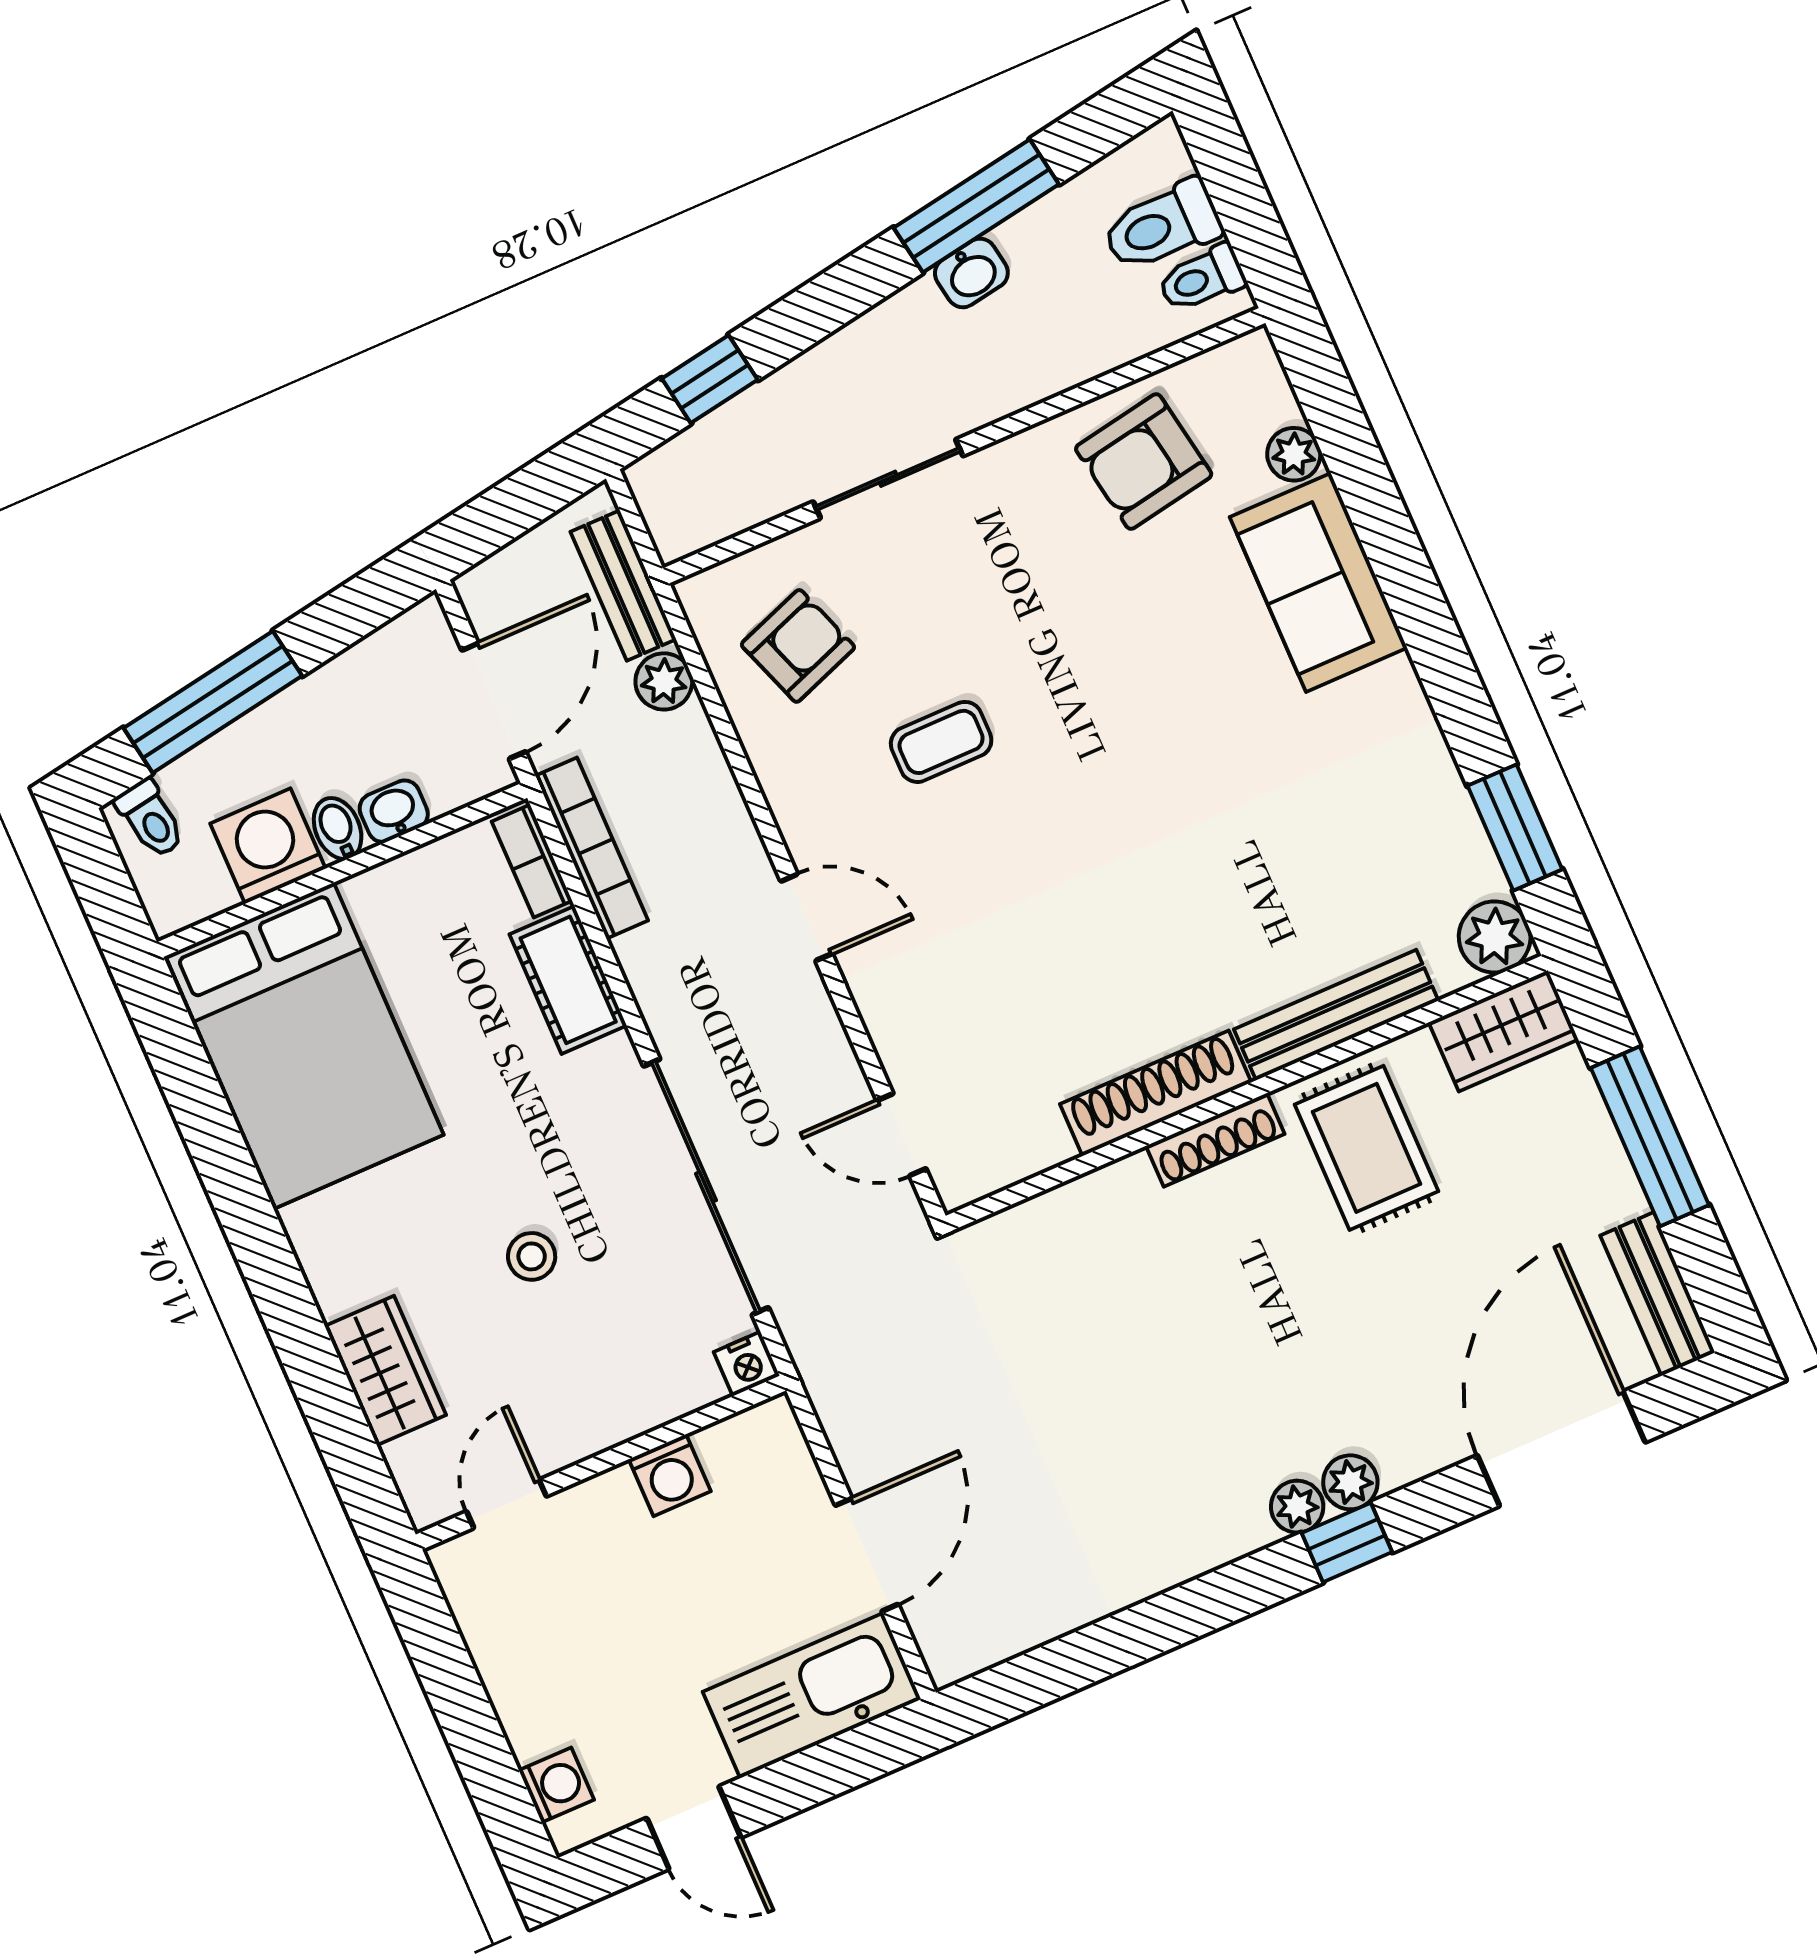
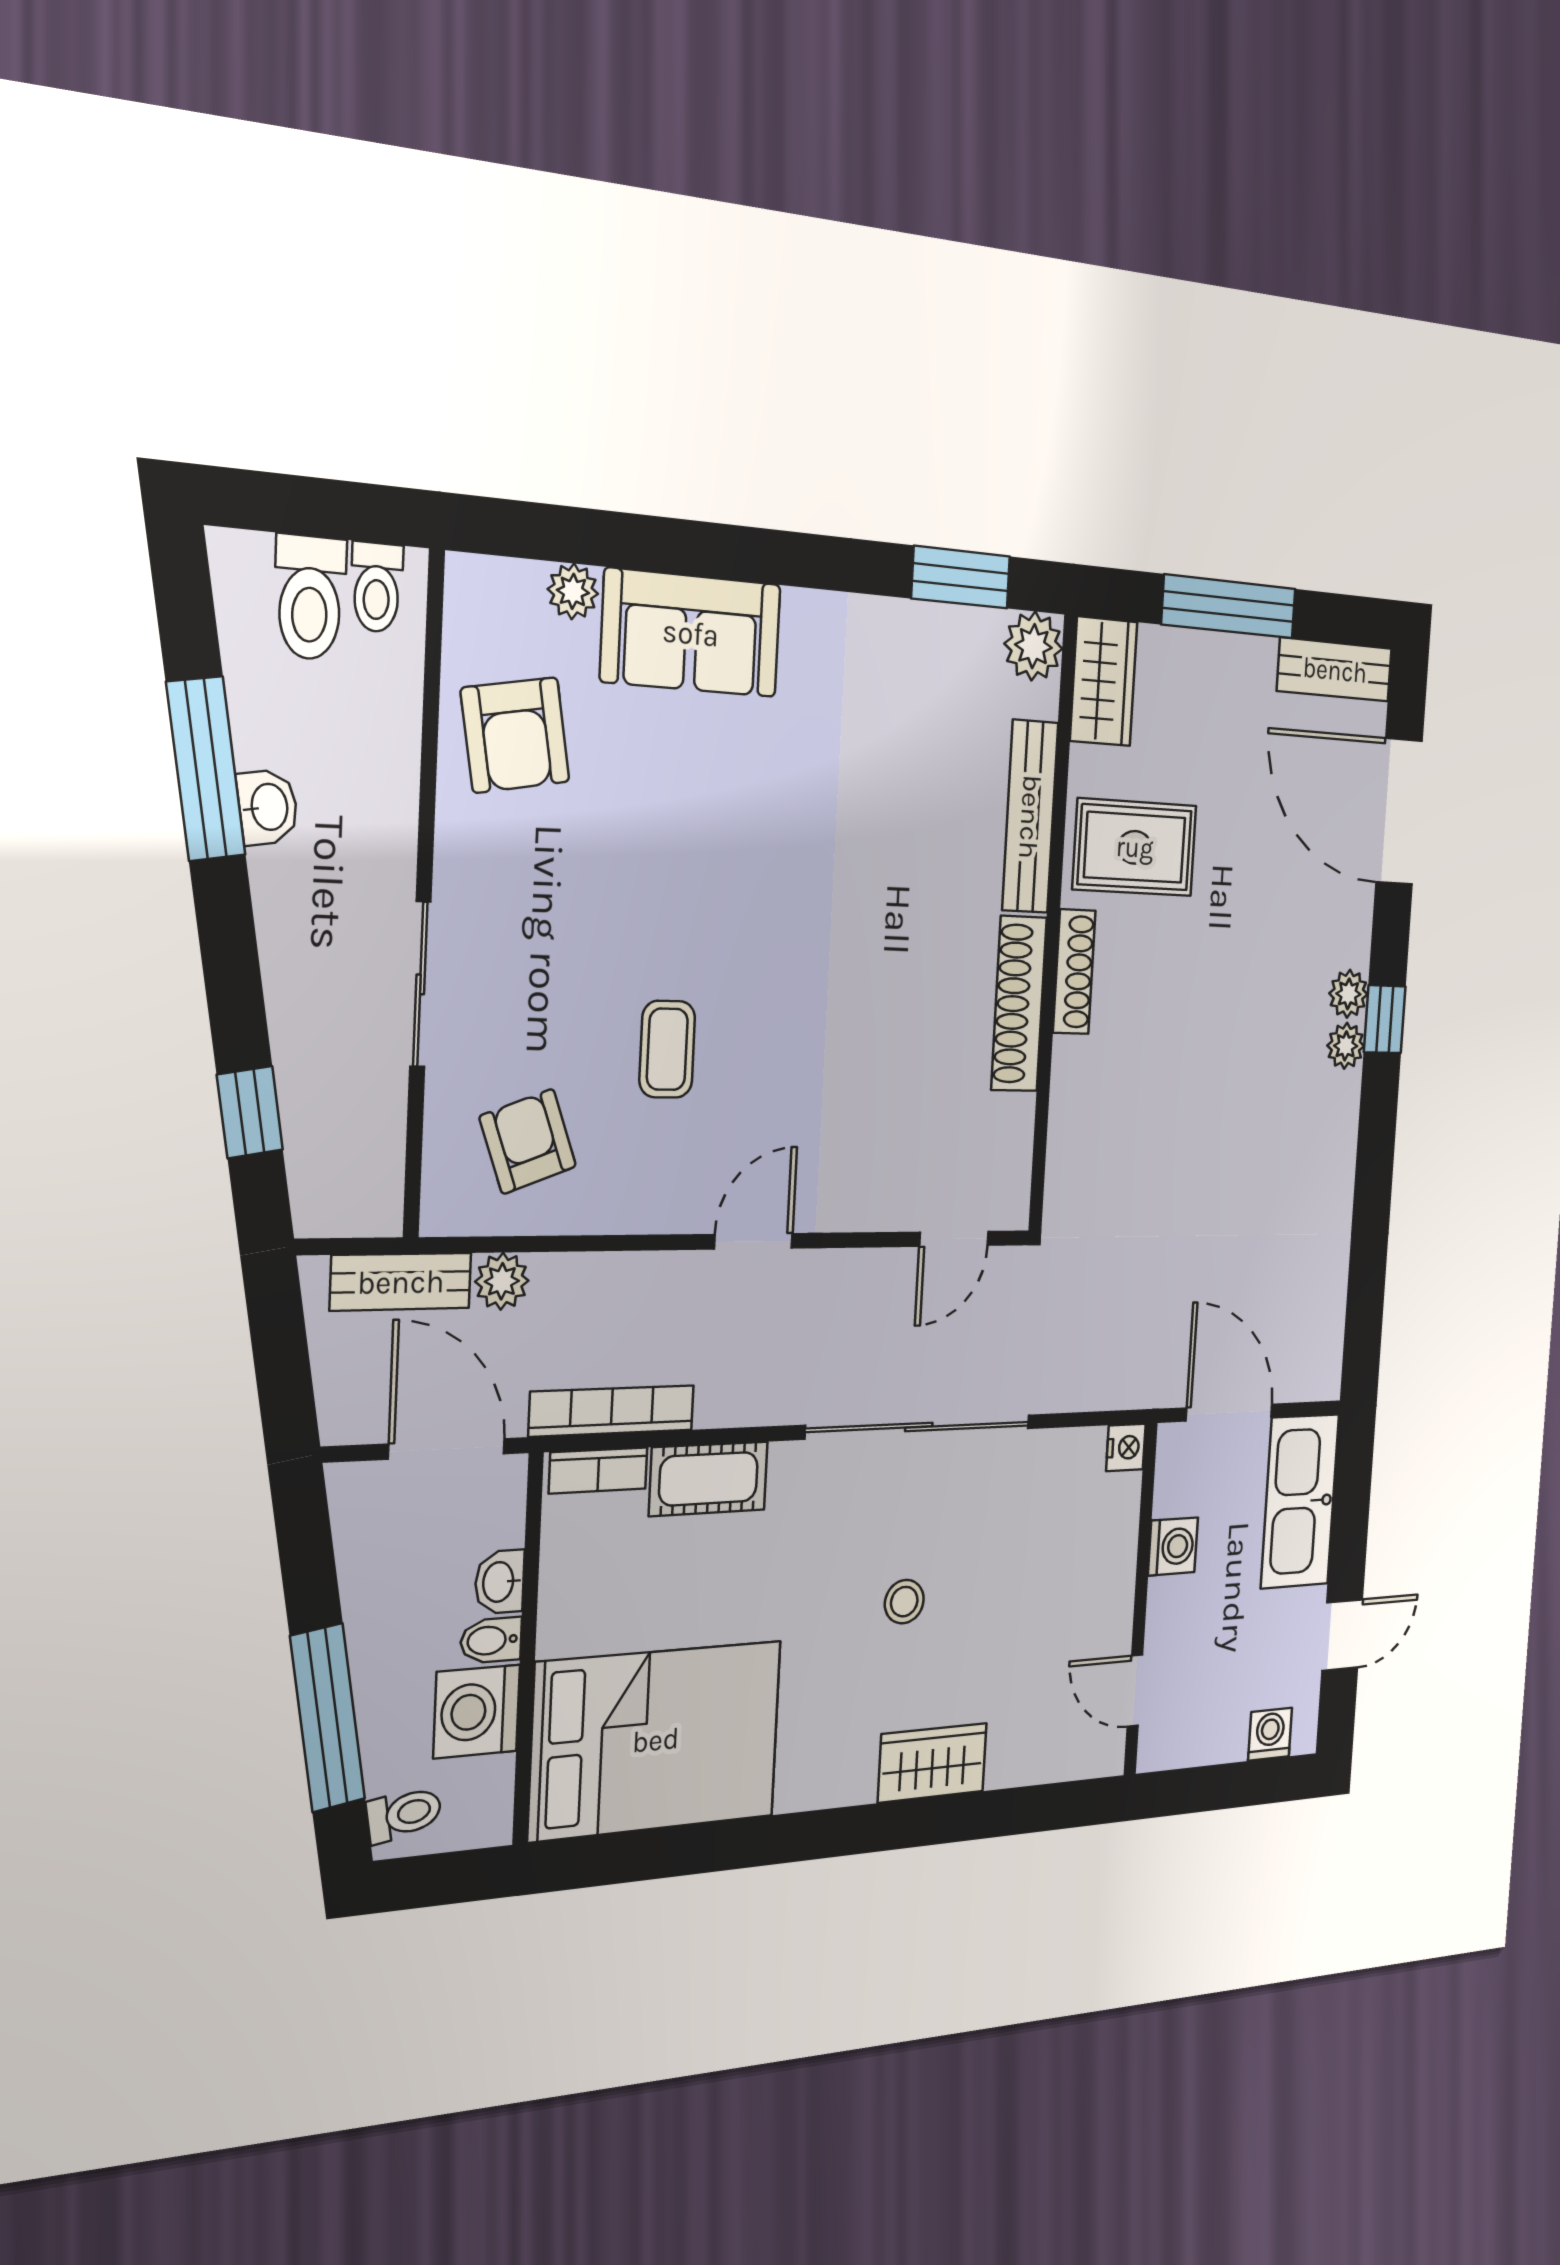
nightstand: (747, 1364) -> (1126, 1447), moved
wall: (601, 1463) -> (1141, 1600), moved
washing machine: (670, 1475) -> (1173, 1546), moved
door: (506, 1504) -> (1135, 1691), moved

